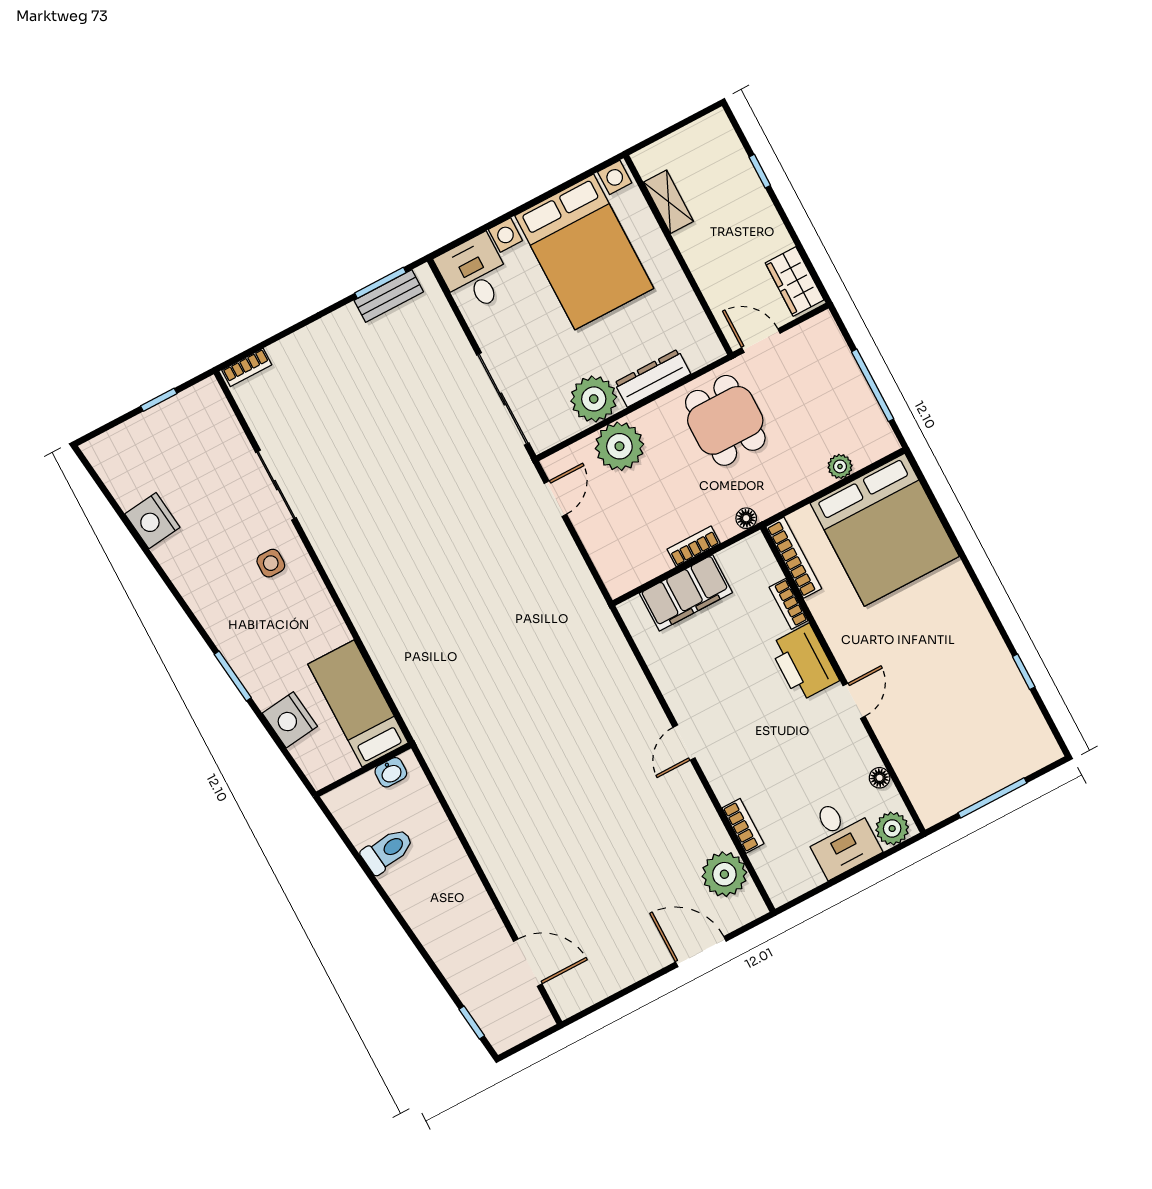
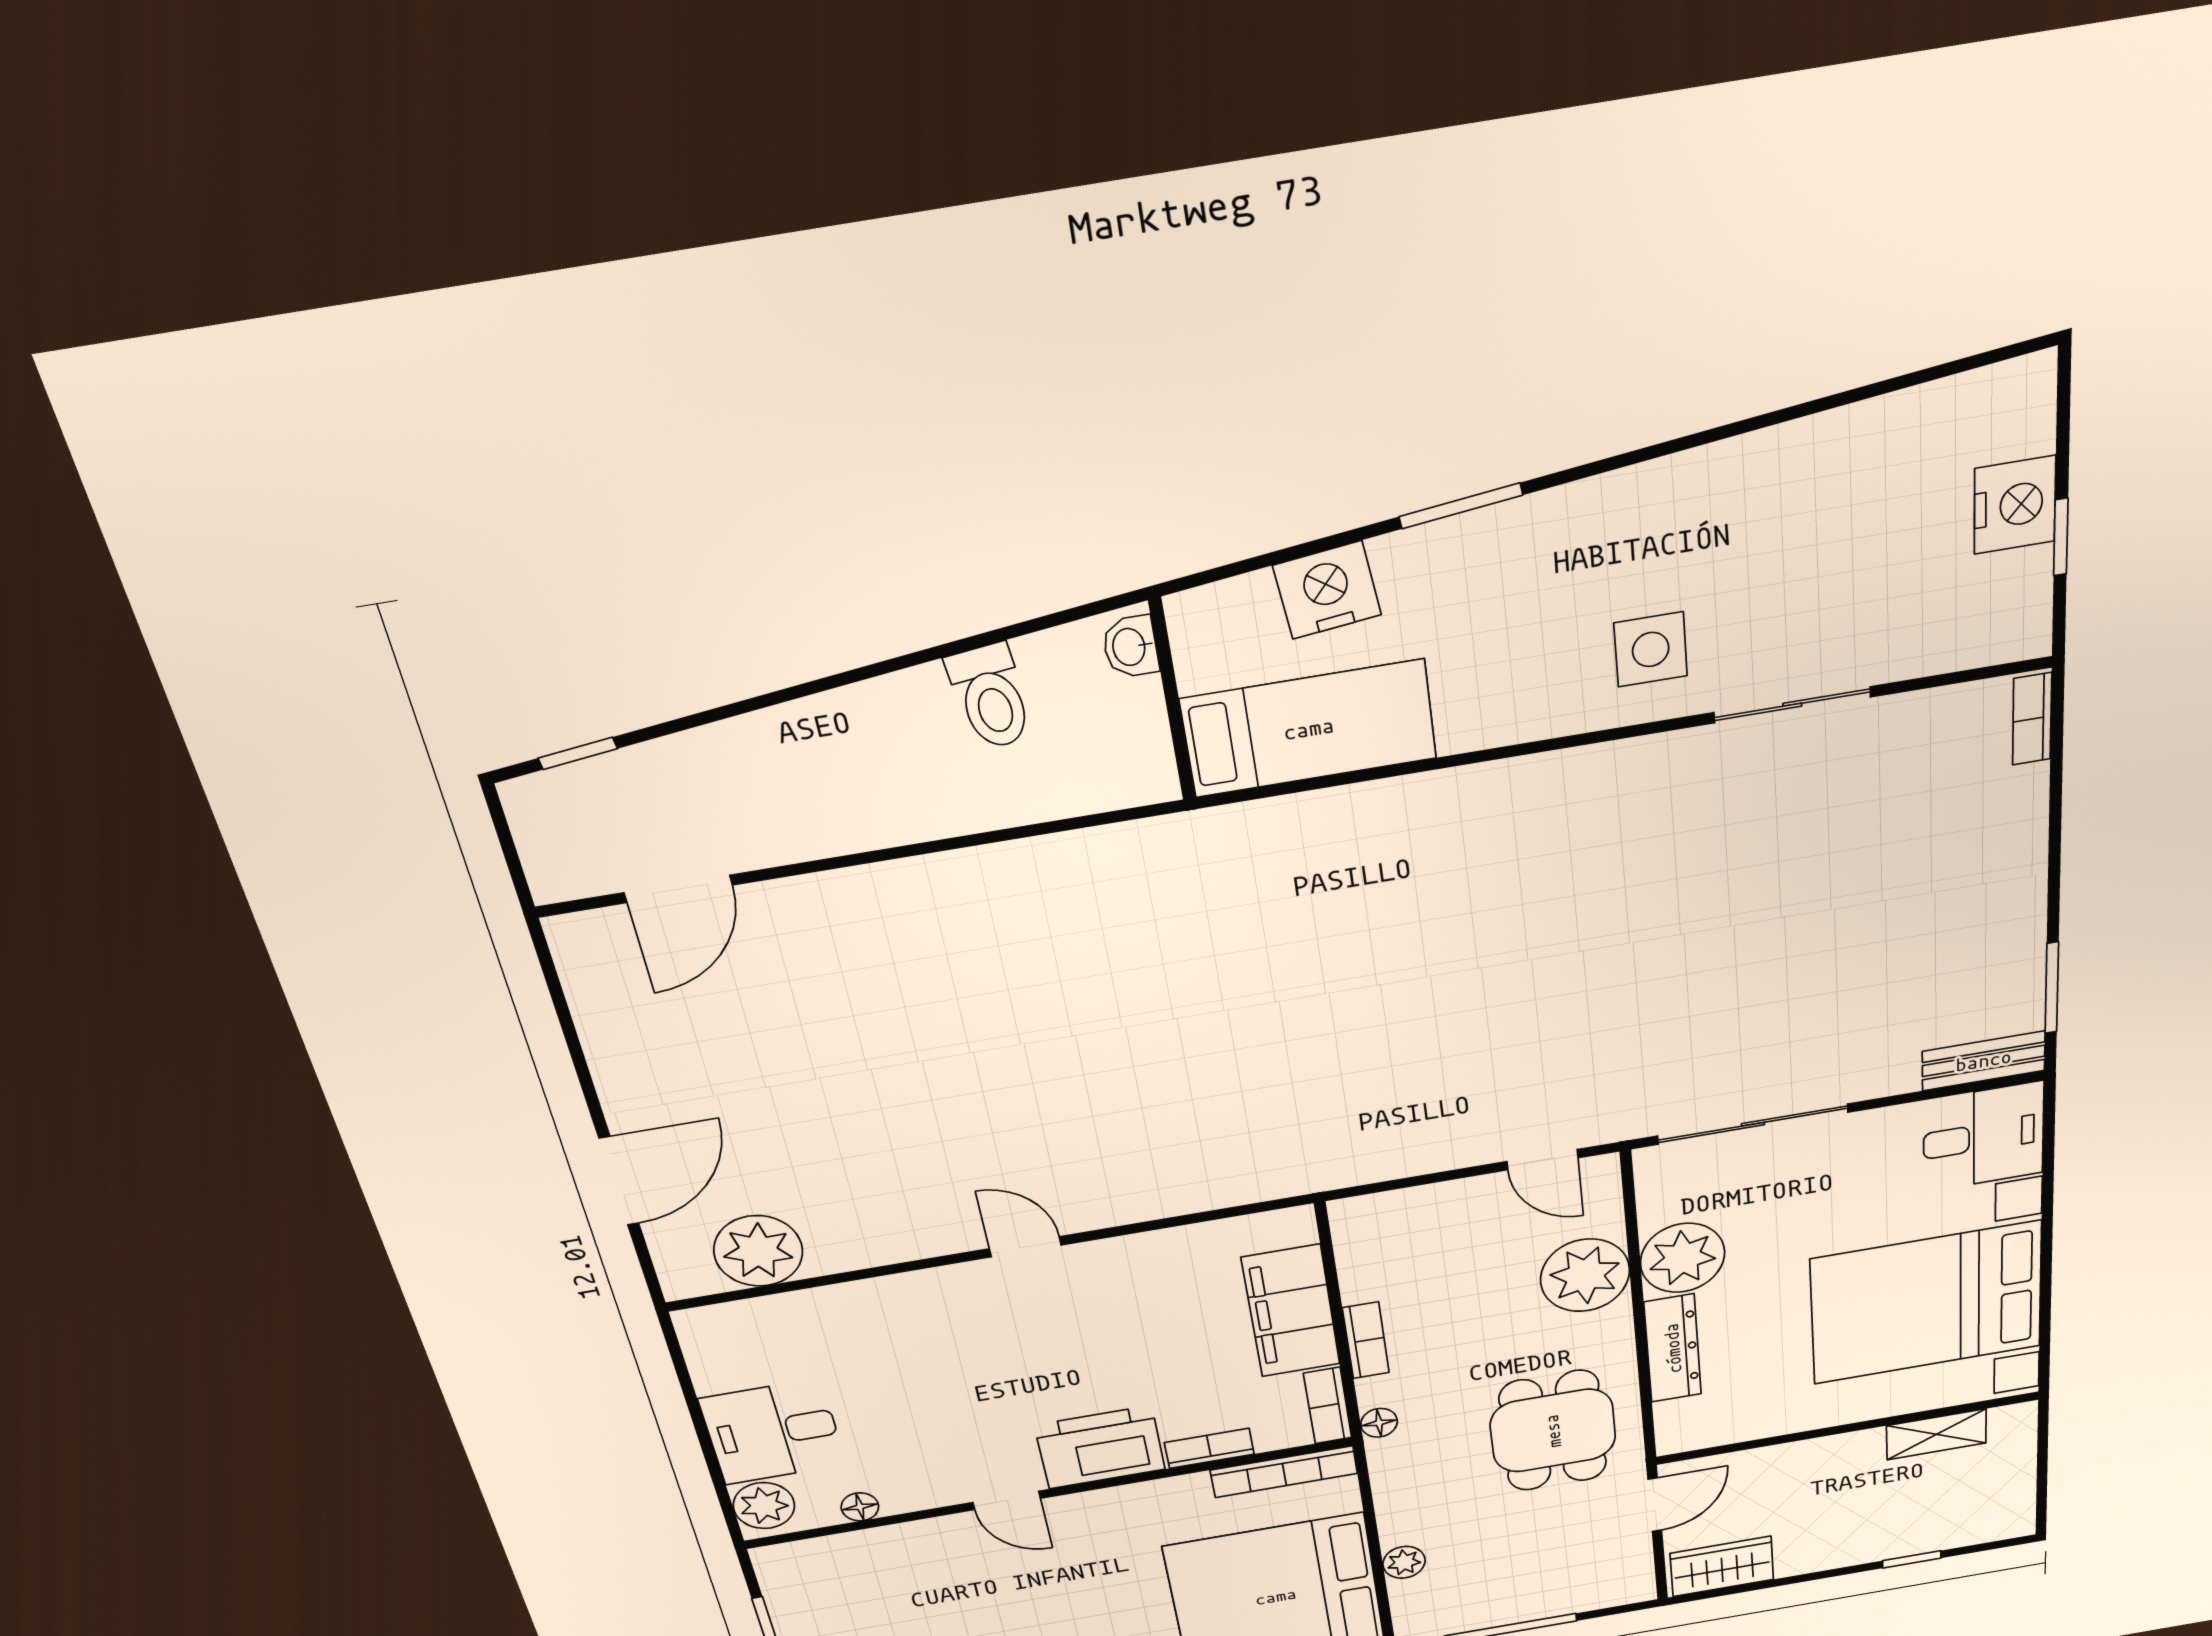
bench: (389, 296) -> (1984, 1061), moved, turned 90
dining table: (725, 420) -> (1553, 1431), turned 90
nightstand: (152, 521) -> (2015, 505), moved, turned 97
side table: (271, 563) -> (1651, 649), width x1.37, depth x1.37
washbasin: (391, 772) -> (1130, 647), moved
bookcase: (743, 826) -> (1328, 1406), moved, turned 90

